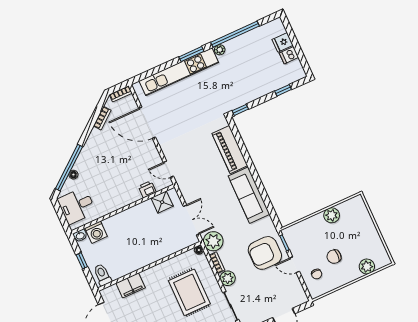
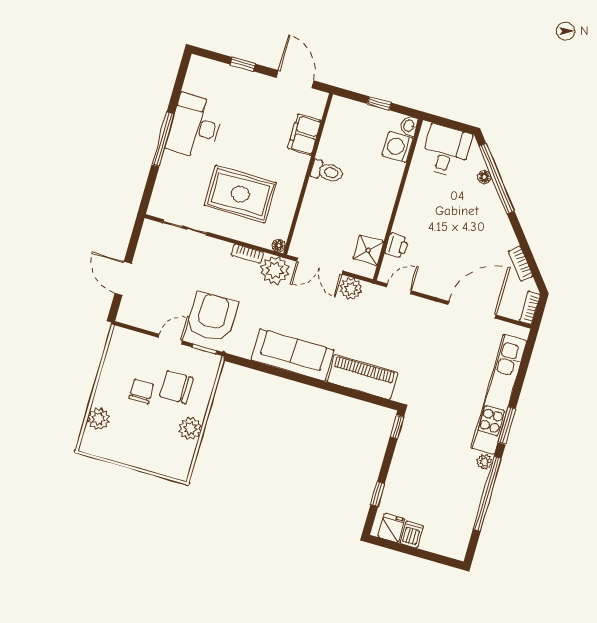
fridge: (283, 42) -> (391, 528), moved
chair: (317, 274) -> (176, 387), moved, width x1.87, depth x1.87
toilet: (102, 275) -> (327, 171), moved
plant: (228, 278) -> (351, 289), moved

